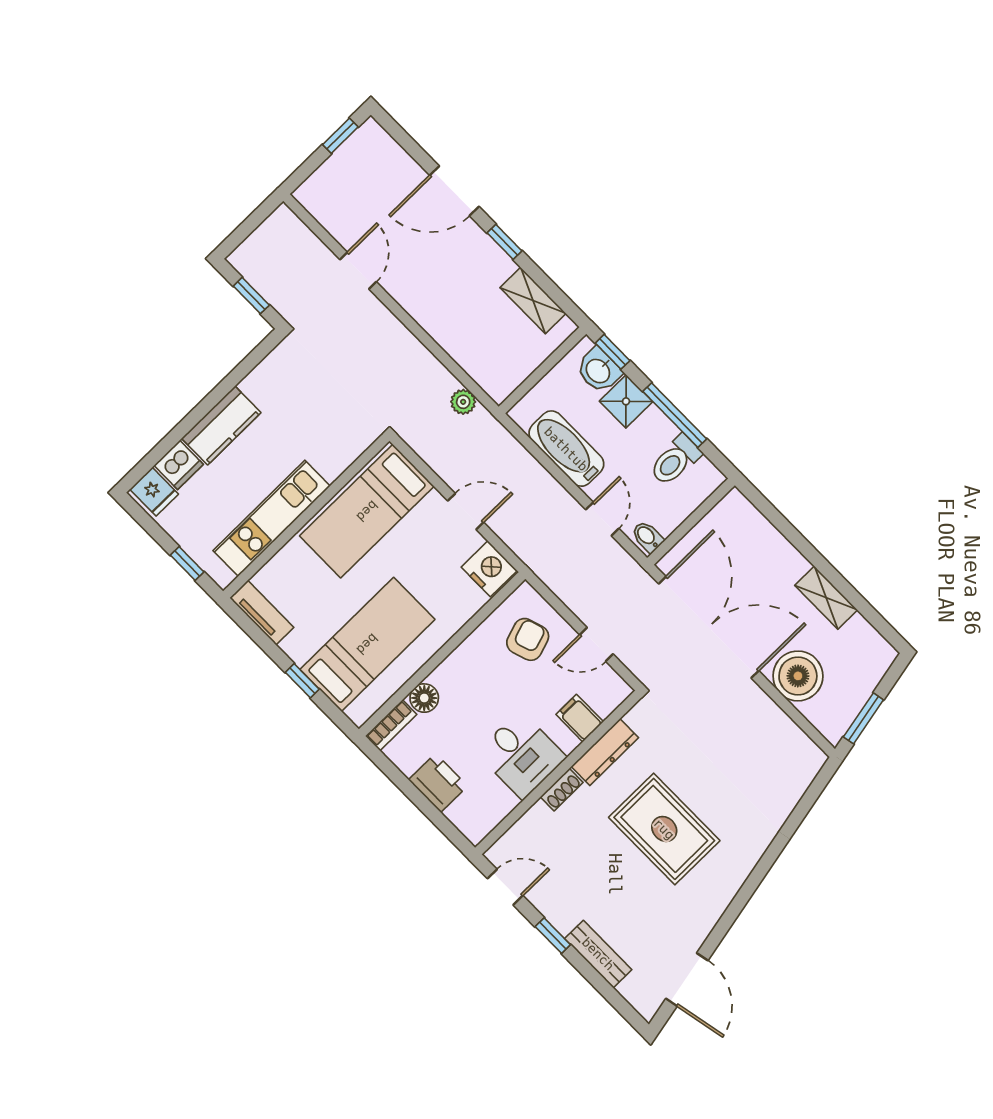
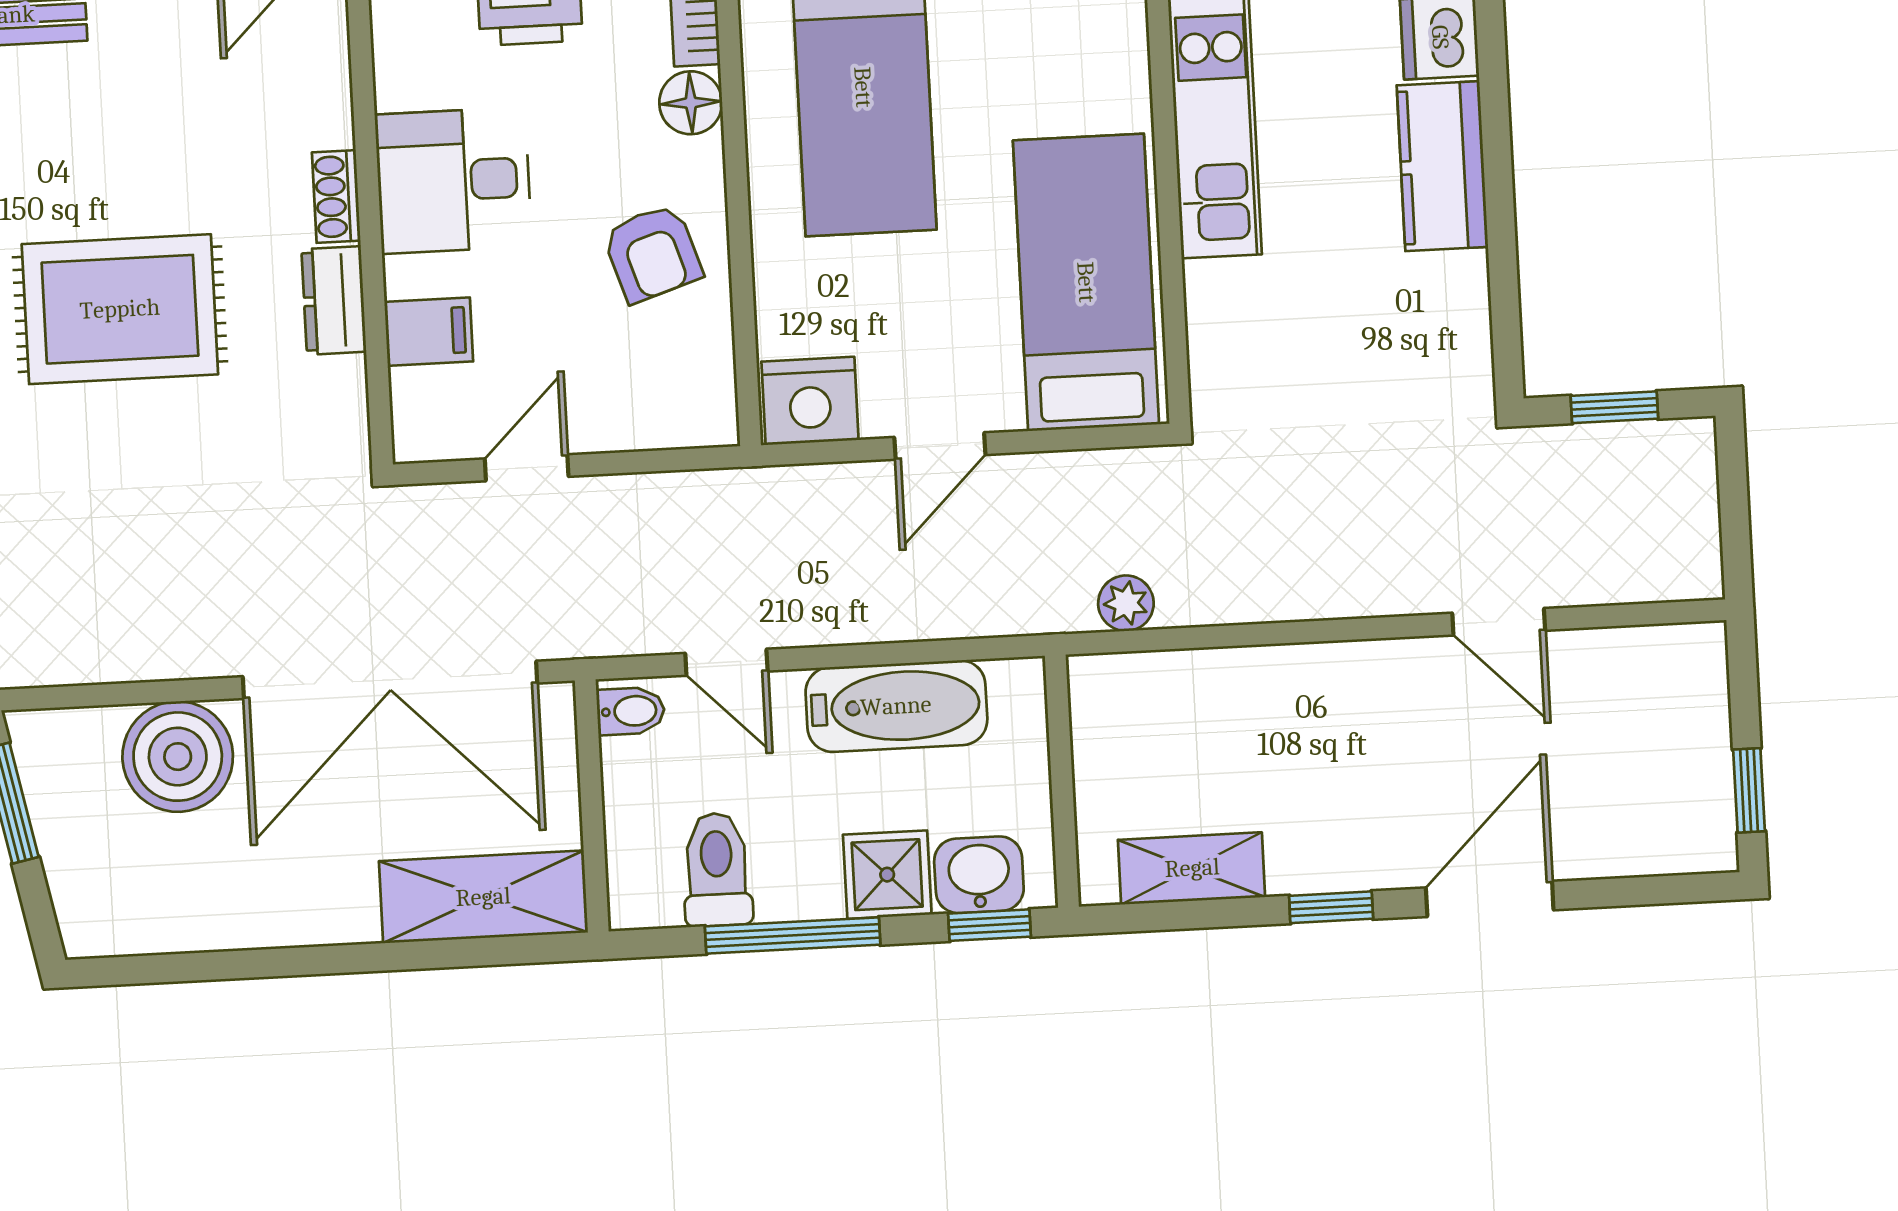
shelving: (826, 598) -> (483, 897), moved, width x1.50, depth x1.33
armchair: (528, 639) -> (652, 253), moved
dresser: (605, 752) -> (334, 300), width x0.70

